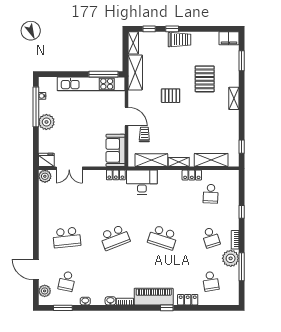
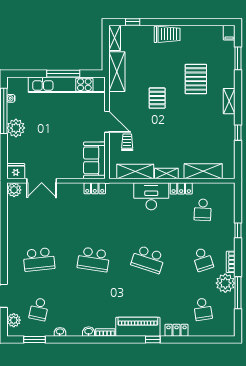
window: (172, 29) -> (159, 22), removed
filing cabinet: (229, 38) -> (229, 33), width x0.50
window: (103, 74) -> (63, 74), moved
pallet: (171, 96) -> (157, 98), turned 90
window: (242, 147) -> (238, 133), moved
desk: (142, 182) -> (151, 196), moved
school desk: (115, 237) -> (94, 259), turned 30

